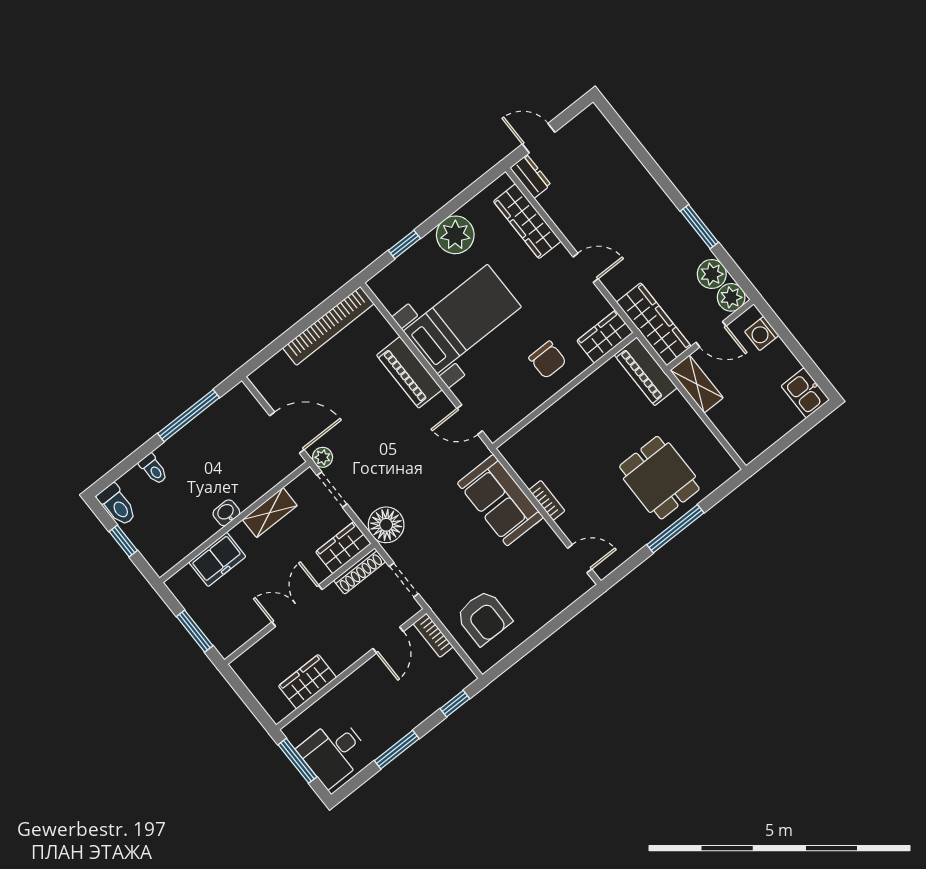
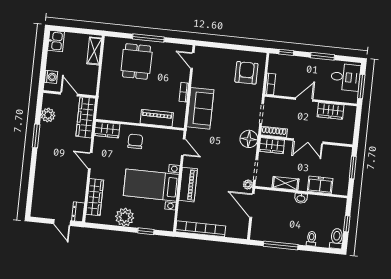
plant: (731, 297) -> (49, 100), removed
piano: (646, 371) -> (157, 118), moved, turned -90
shelving: (697, 384) -> (94, 51), moved
door: (388, 640) -> (304, 99), moved

